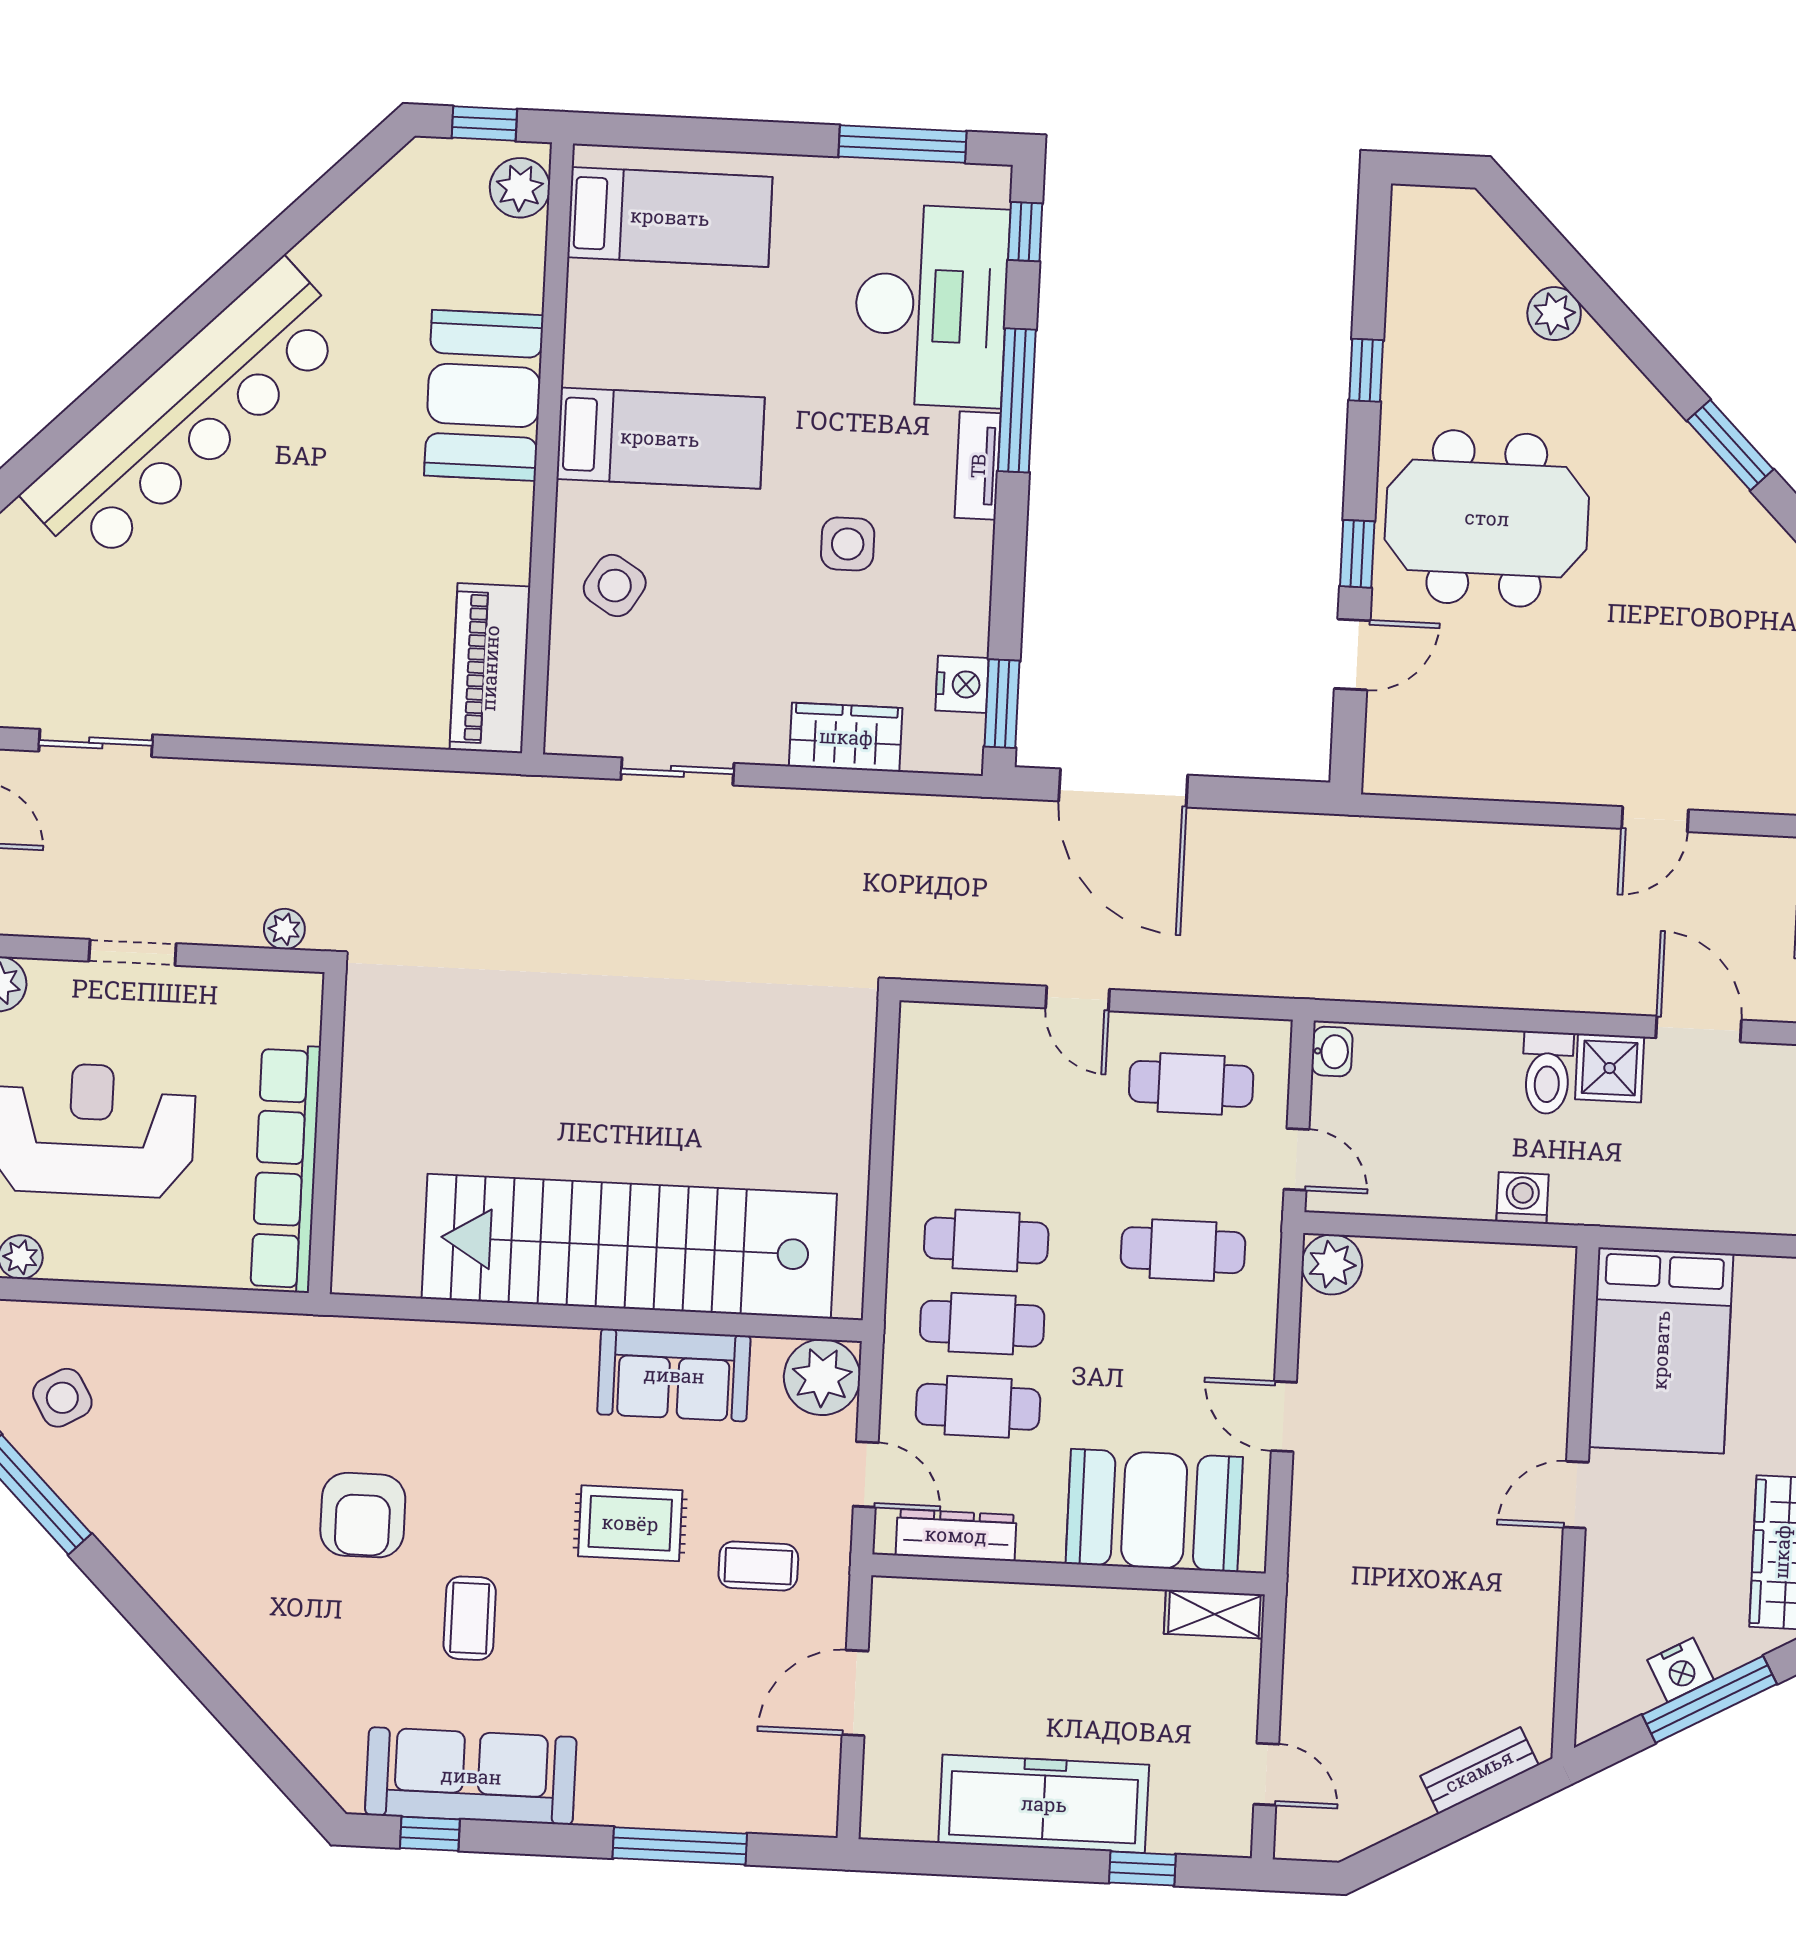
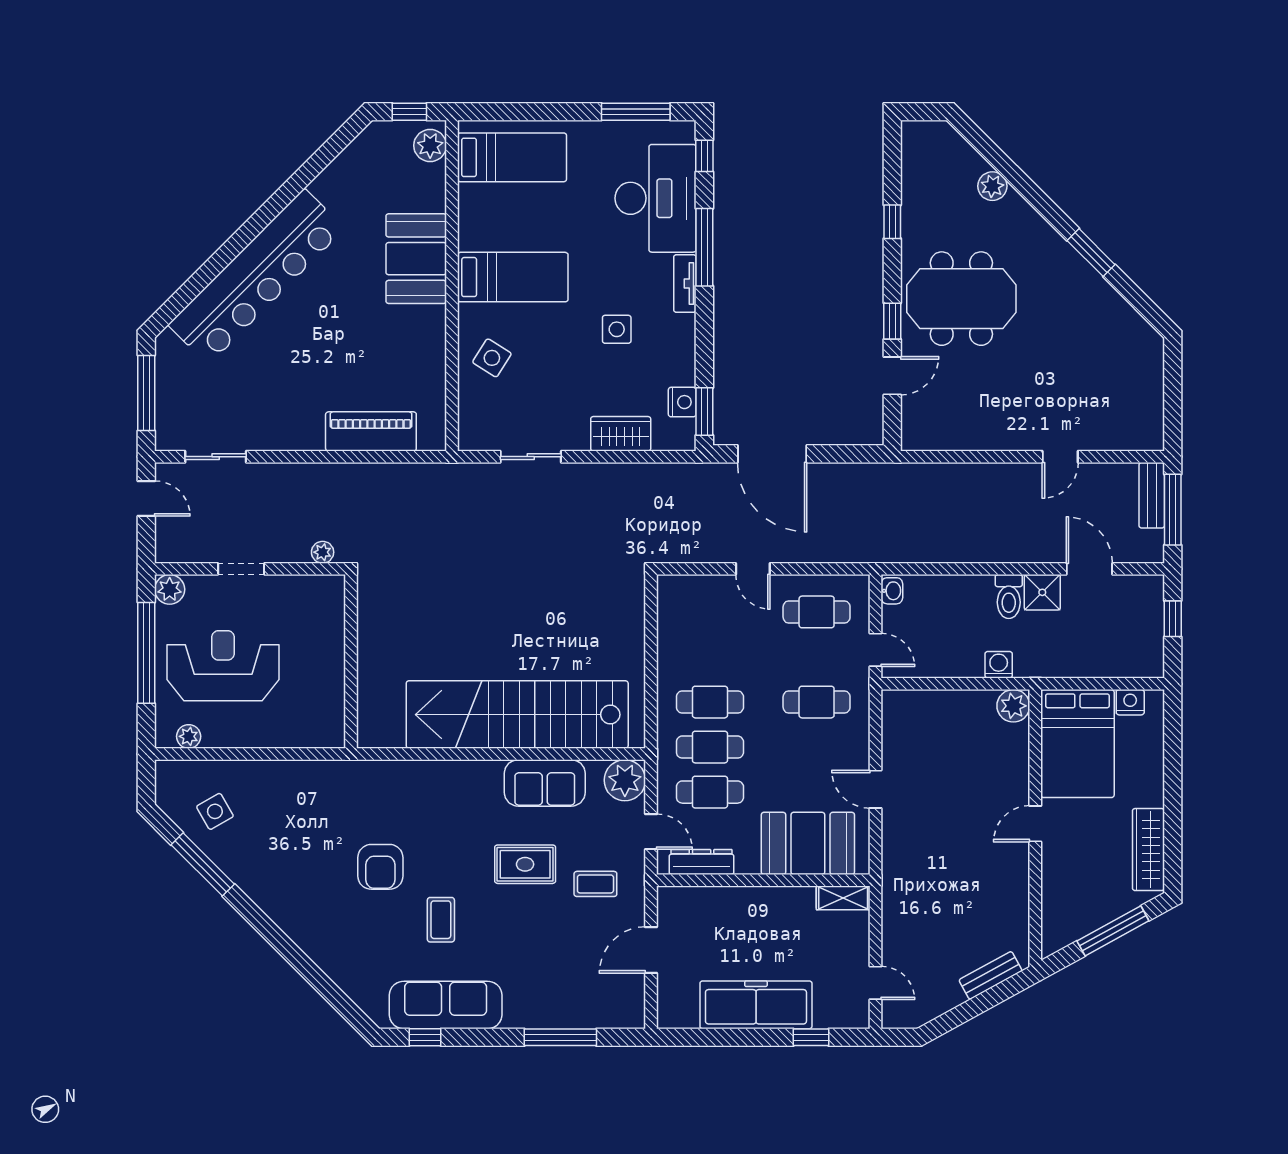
piano: (490, 668) -> (371, 431), moved, turned 90
row of seats: (286, 1169) -> (330, 682), removed
plant: (1332, 1264) -> (1013, 706), moved
nightstand: (1680, 1670) -> (1130, 702), moved, turned -151

